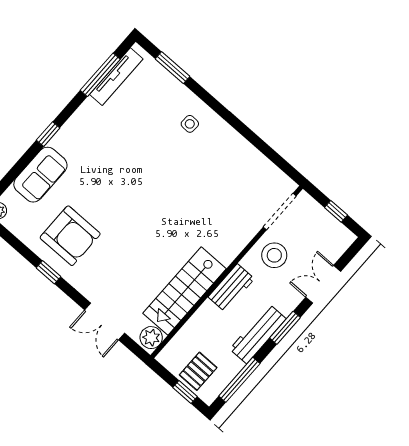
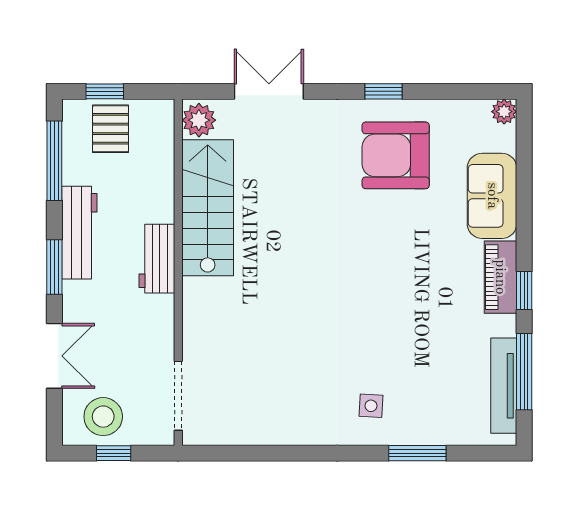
window: (173, 68) -> (417, 453), moved
piano: (71, 131) -> (500, 277), added
window: (48, 134) -> (524, 290), moved
stool: (274, 255) -> (103, 417), moved

